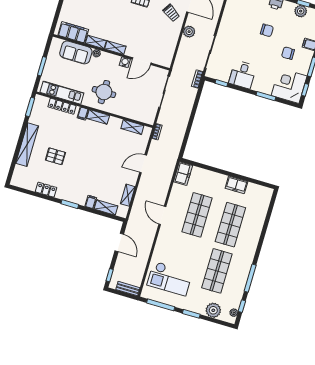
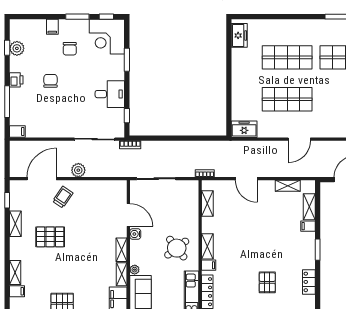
round table: (104, 92) -> (177, 248), turned -38
freezer: (236, 185) -> (239, 35), moved

